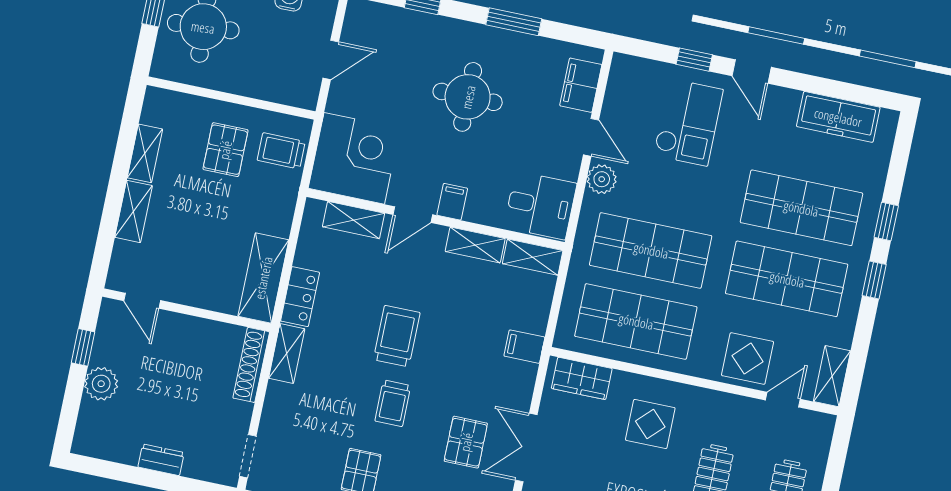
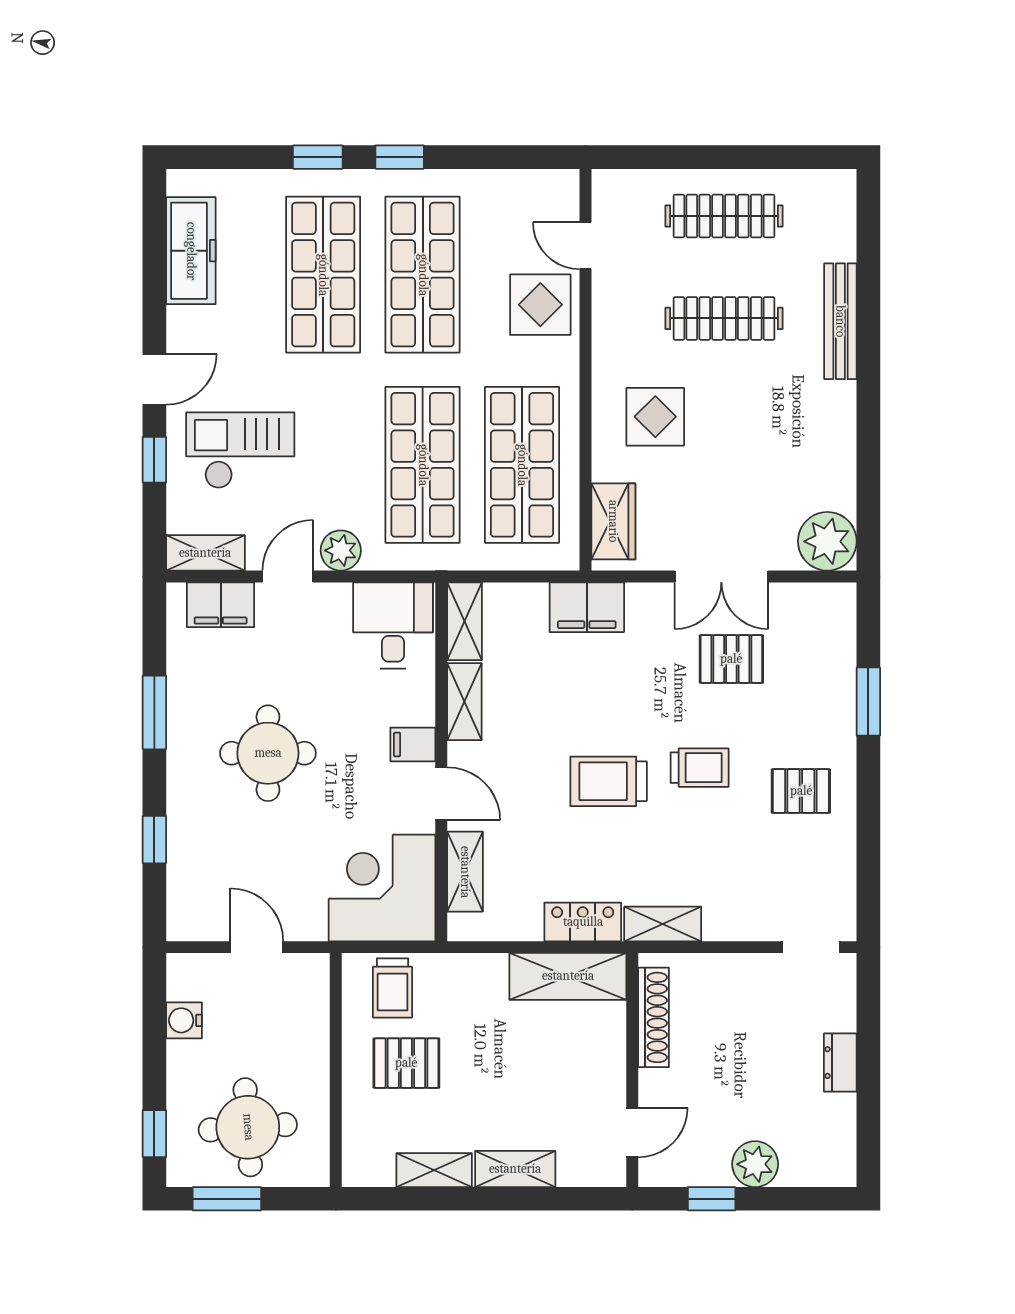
filing cabinet: (524, 347) -> (587, 607), width x2.00
shoe rack: (251, 365) -> (654, 1017), moved, turned -90
shelving: (832, 376) -> (205, 553), moved

